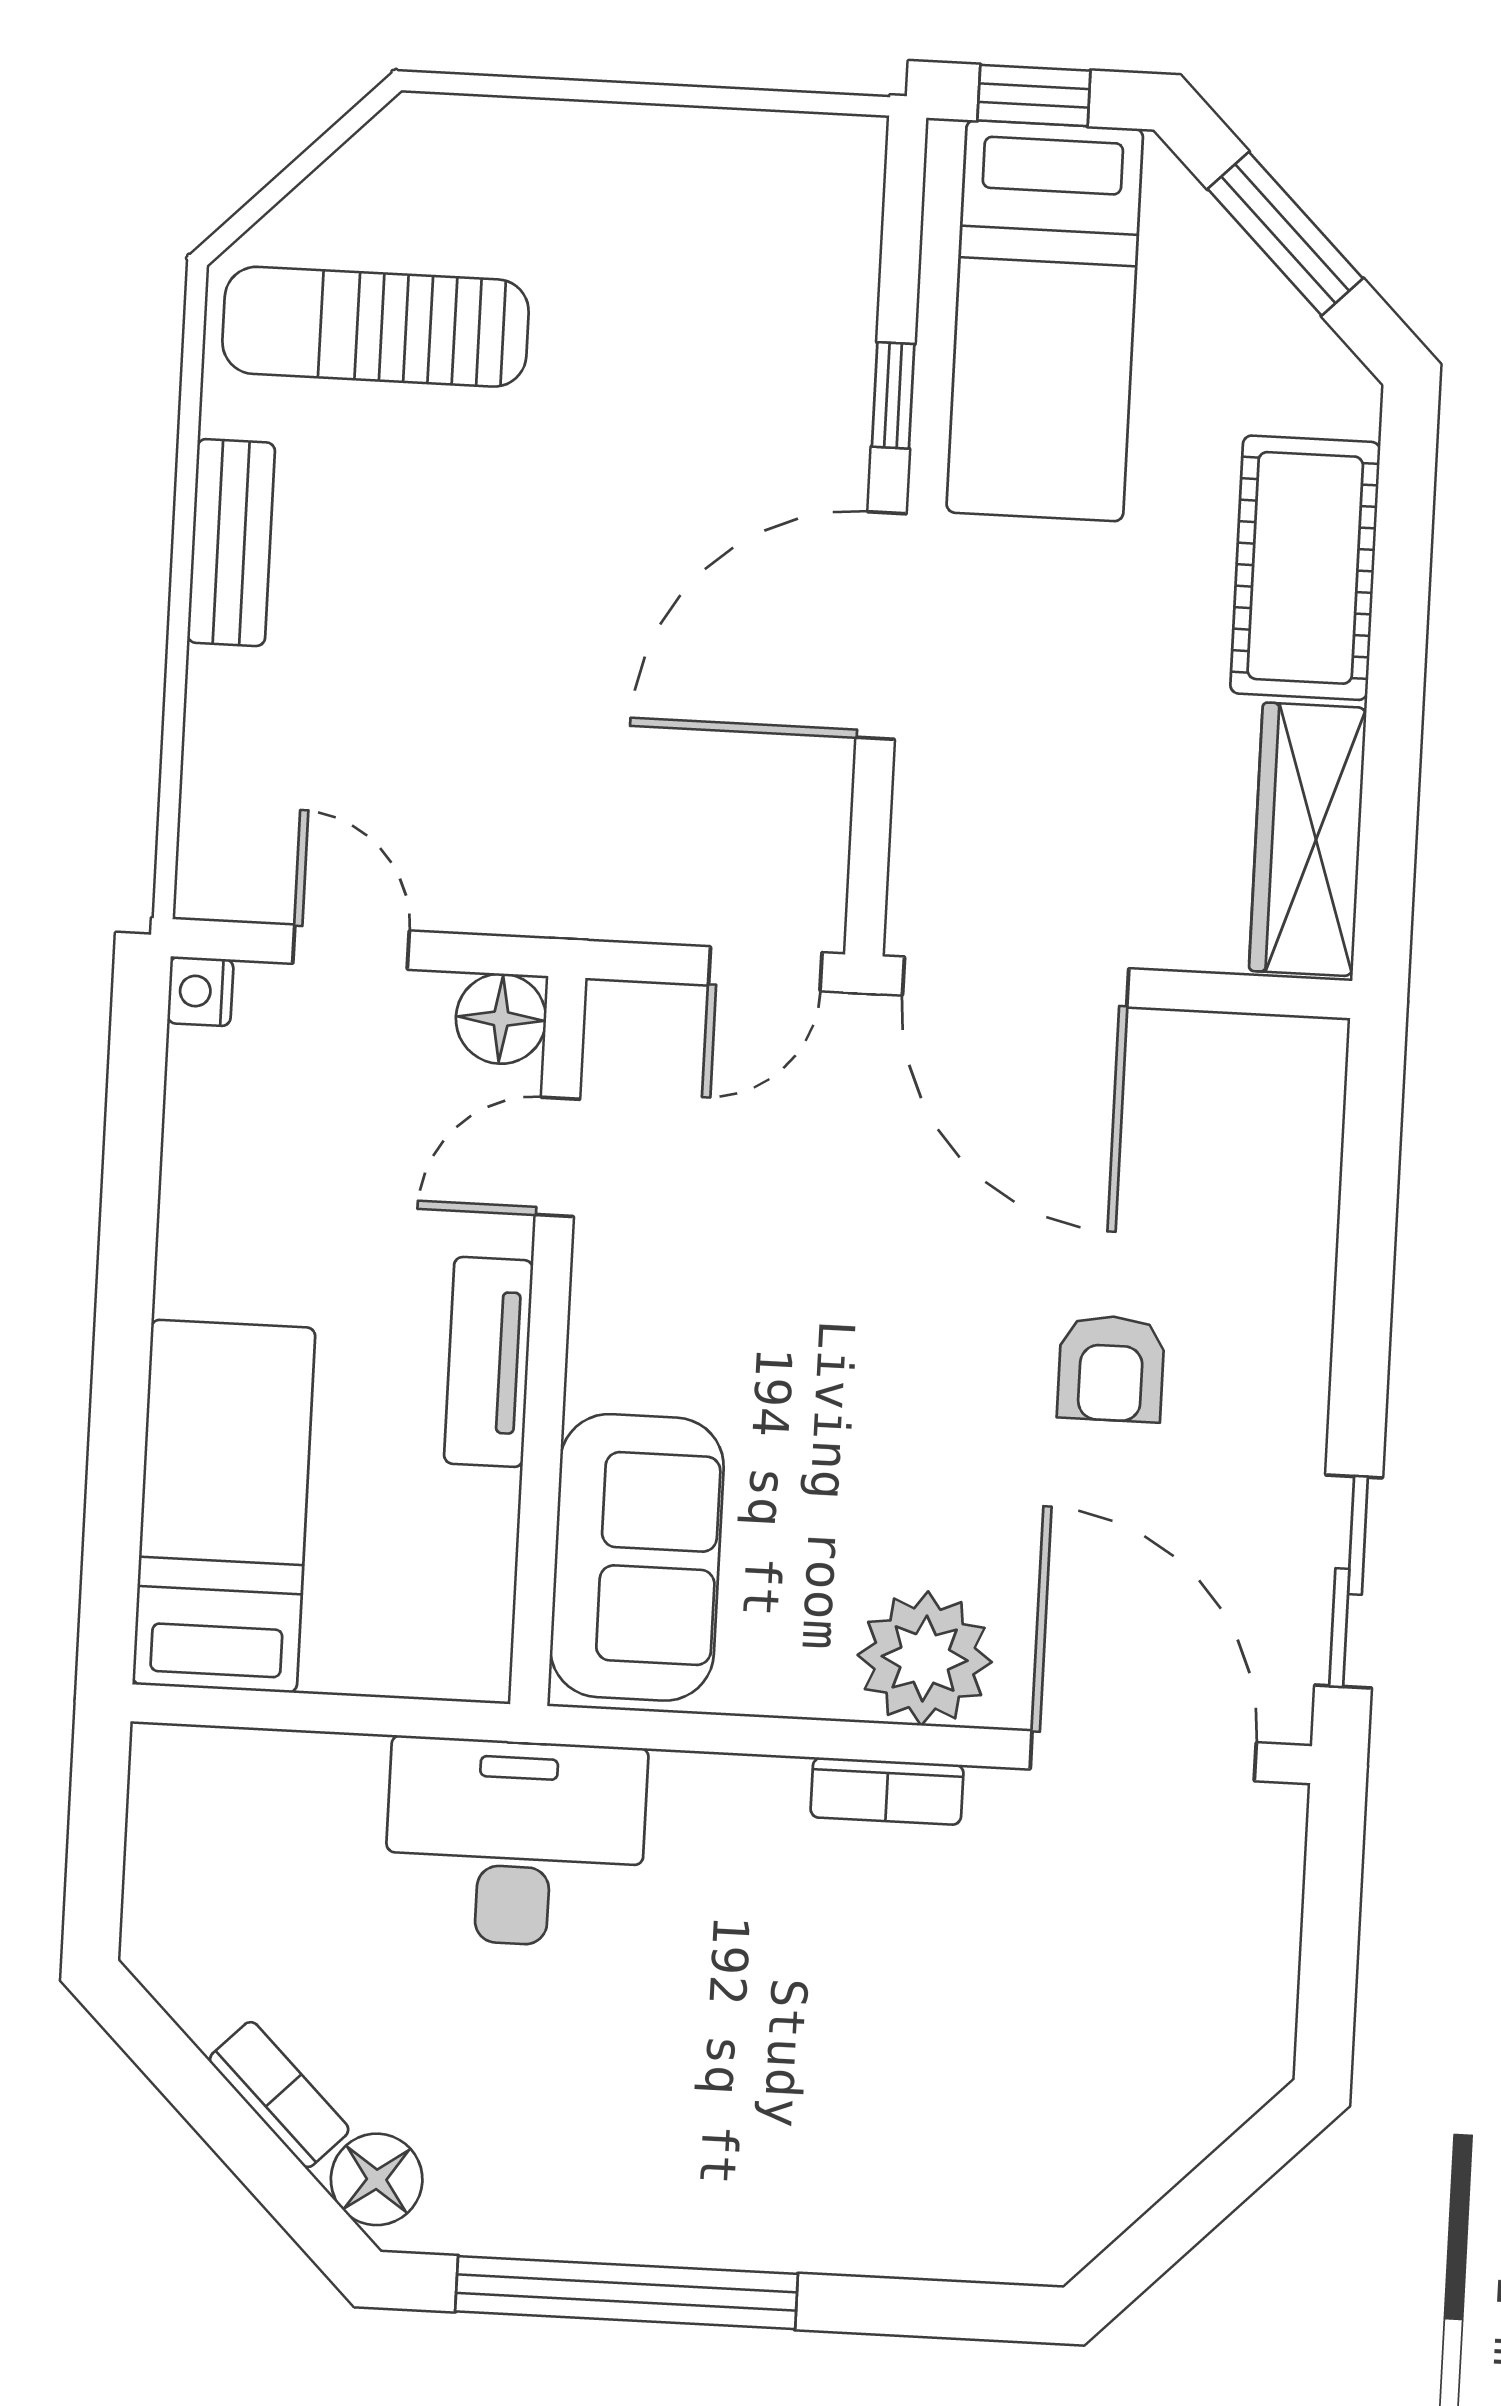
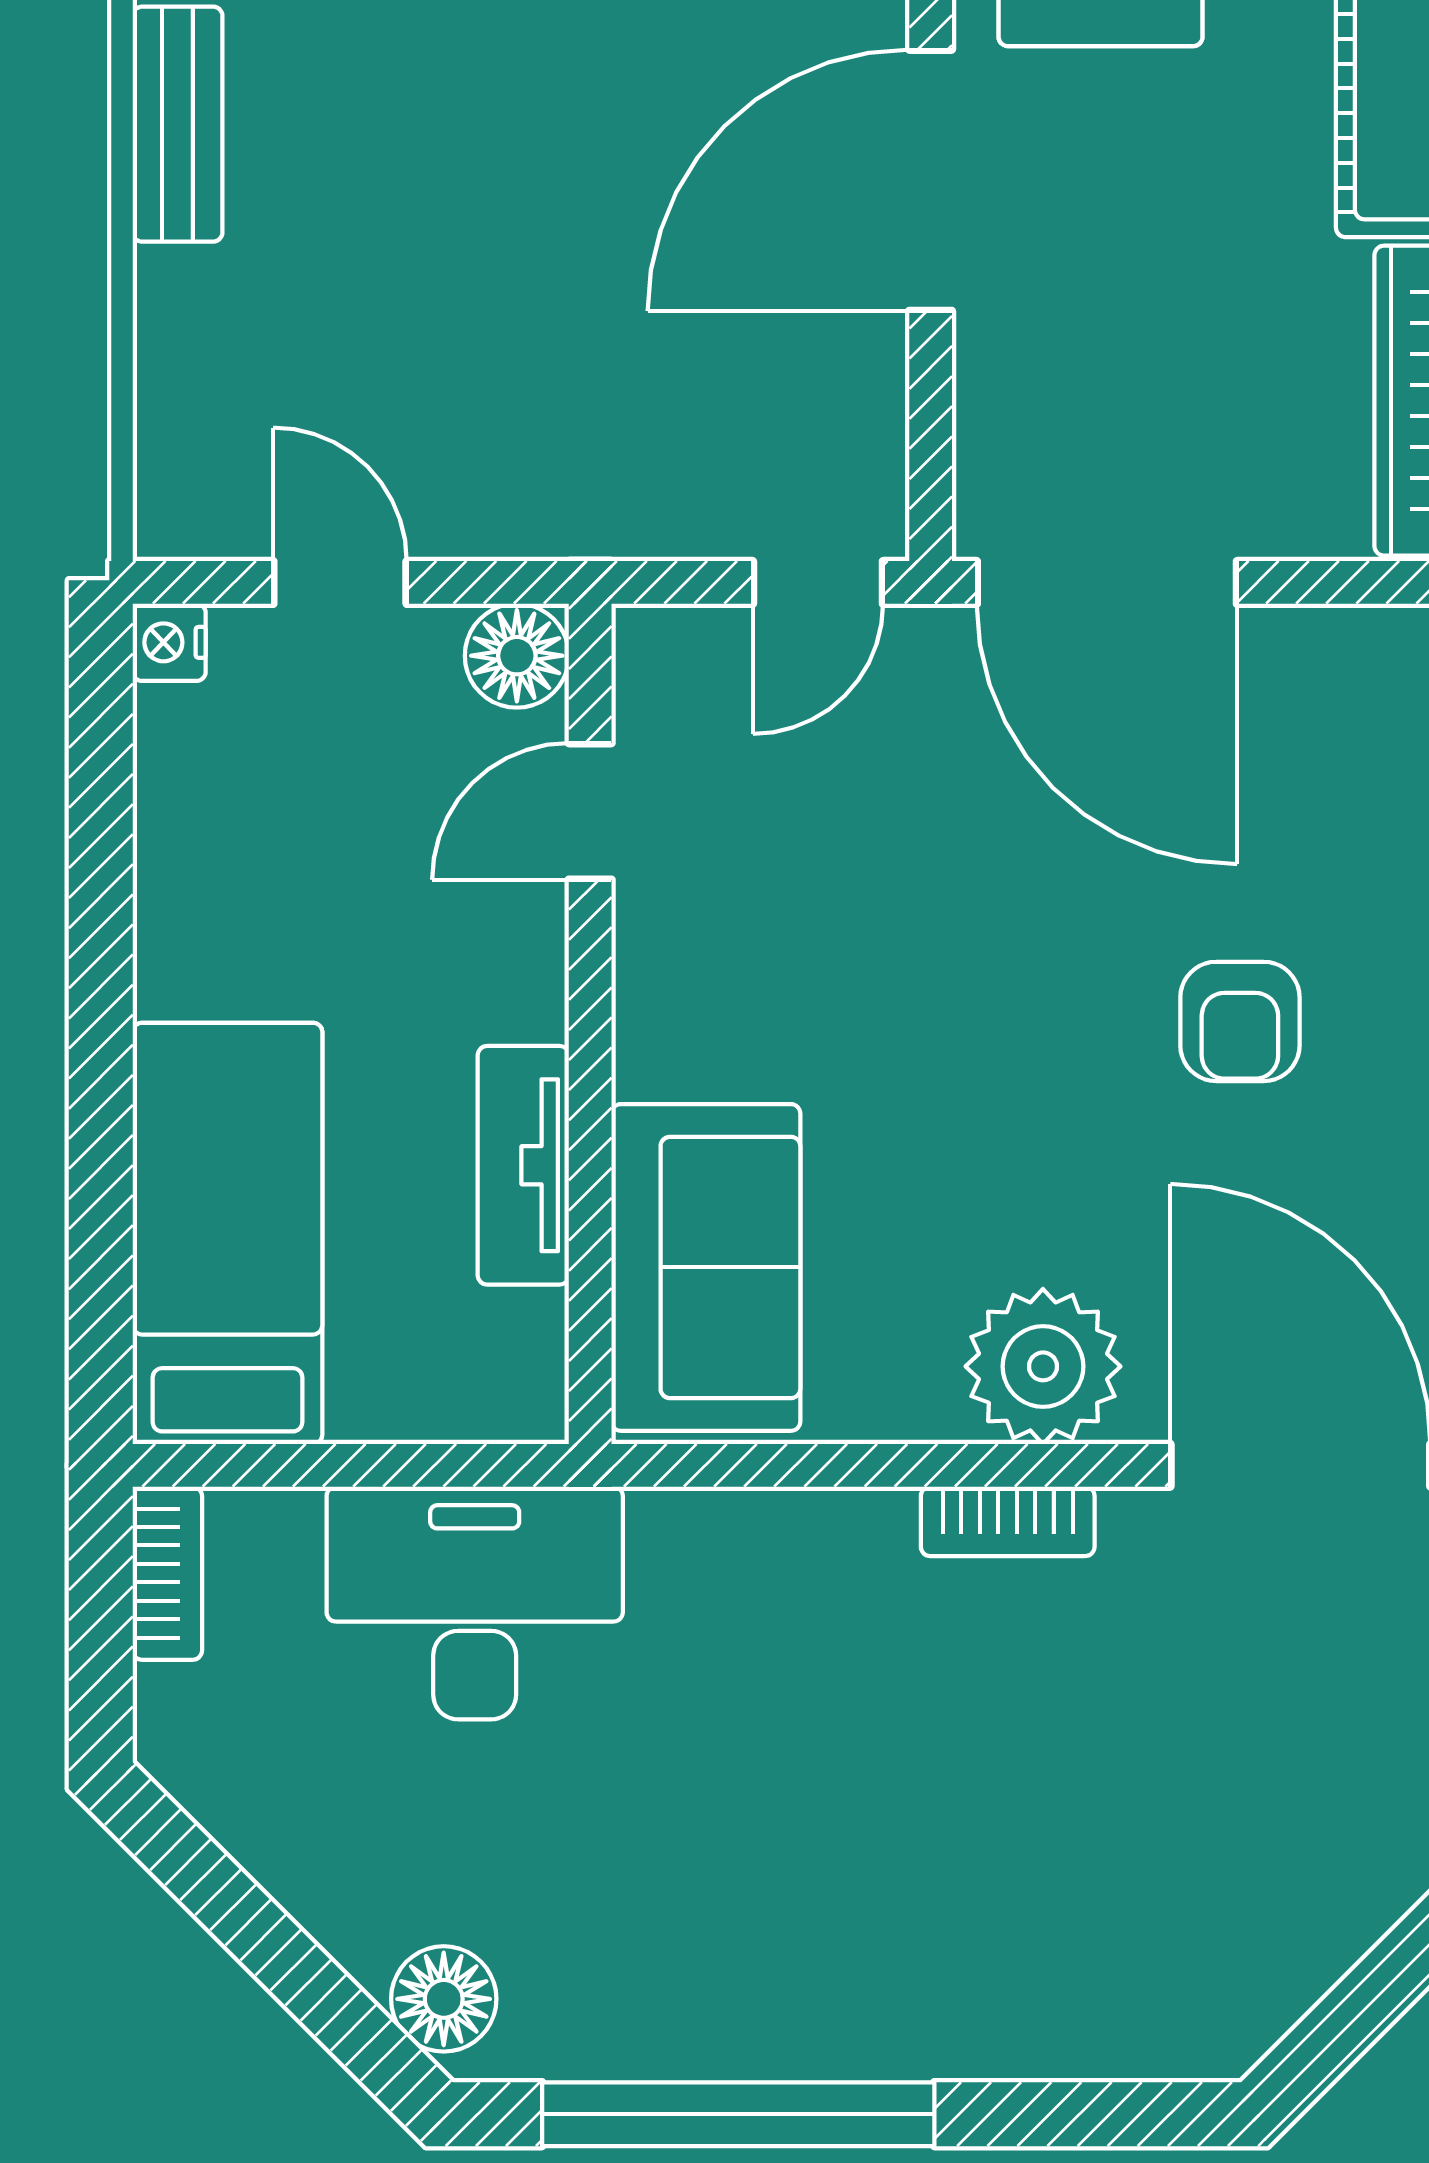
tv unit: (489, 1362) -> (523, 1165), moved
desk: (515, 1843) -> (475, 1603), moved
bookcase: (279, 2095) -> (167, 1573), moved, turned 45

